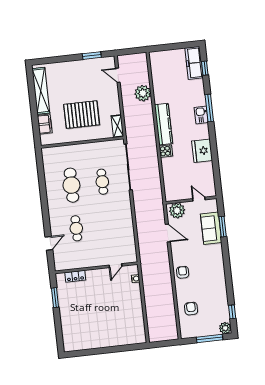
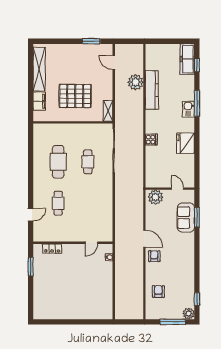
kitchen counter: (163, 124) -> (152, 90), moved
door: (168, 233) -> (144, 239), moved

